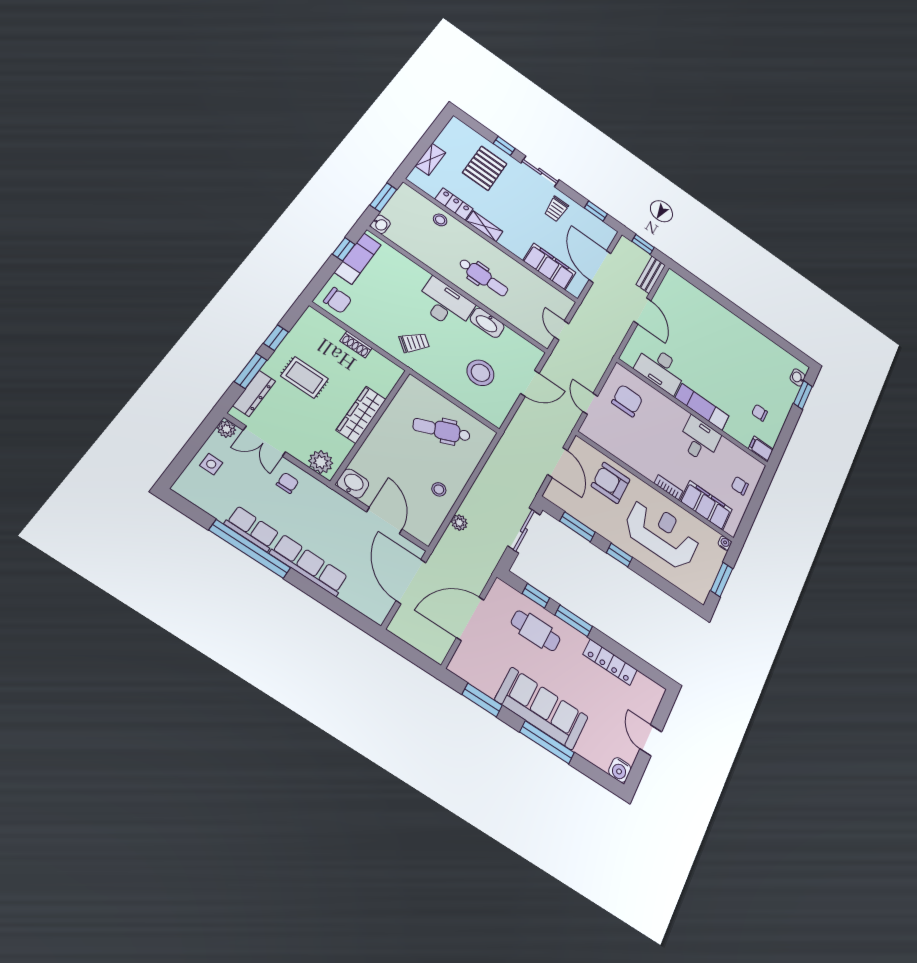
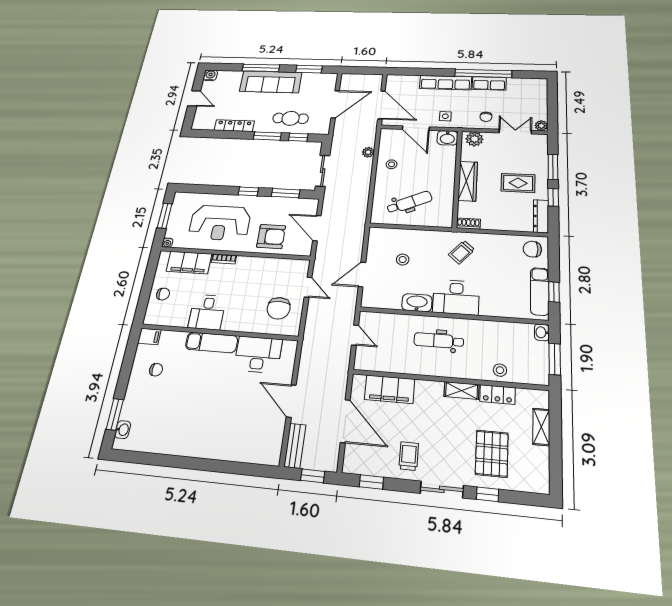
shoe rack: (356, 345) -> (468, 224), moved
stool: (480, 373) -> (403, 260), width x0.53, depth x0.53
dresser: (254, 393) -> (541, 216), moved
side table: (211, 464) -> (445, 116), moved

